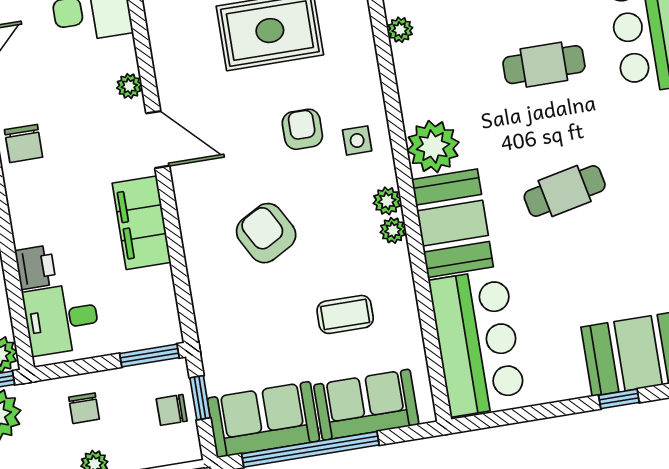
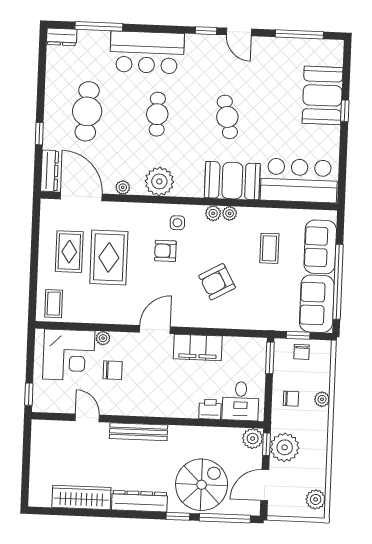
plant: (129, 86) -> (103, 338), moved
chair: (24, 143) -> (113, 370), moved
plant: (433, 147) -> (159, 181), moved

